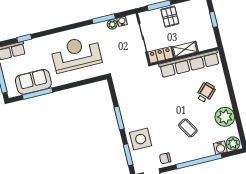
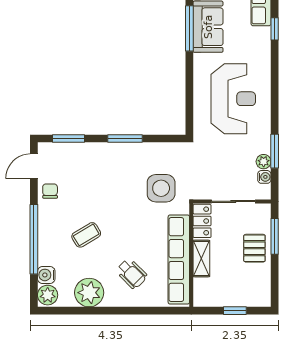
pallet: (170, 17) -> (254, 248), turned 90
side table: (141, 139) -> (161, 188), moved

